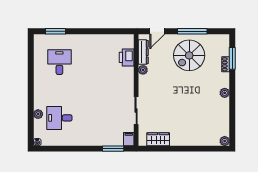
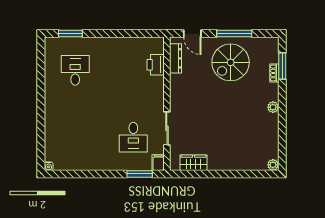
door: (157, 31) -> (192, 34), hinge flipped
plant: (143, 70) -> (175, 80), removed
plant: (38, 114) -> (50, 133), removed
desk: (59, 118) -> (133, 137), moved, turned -90

